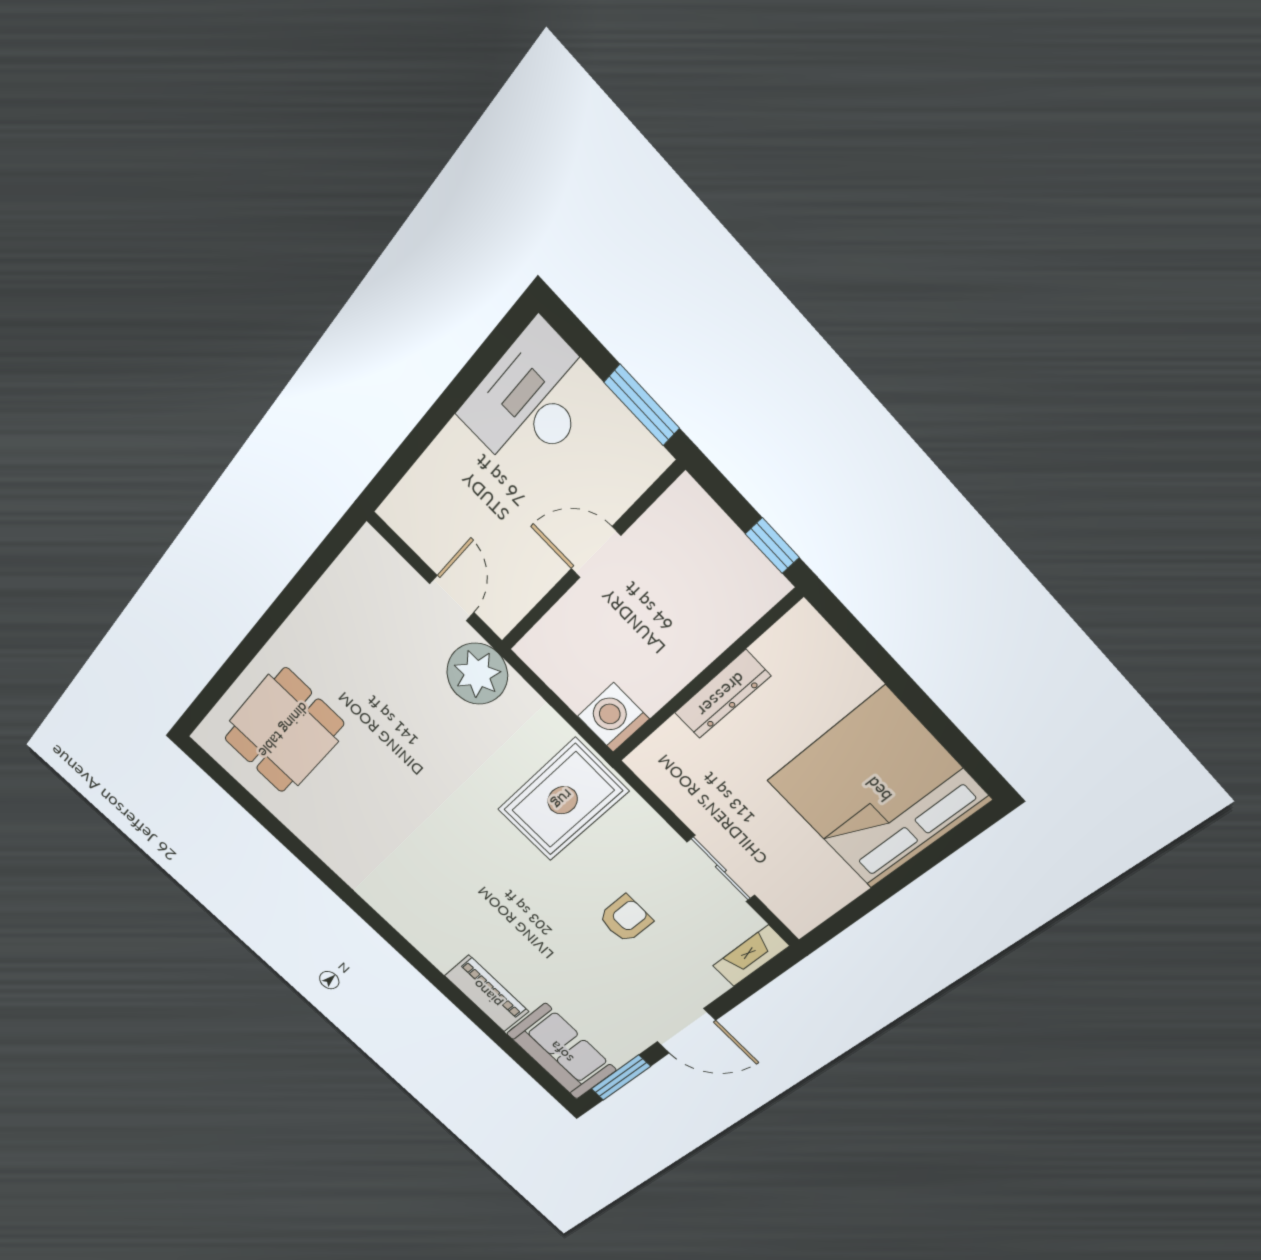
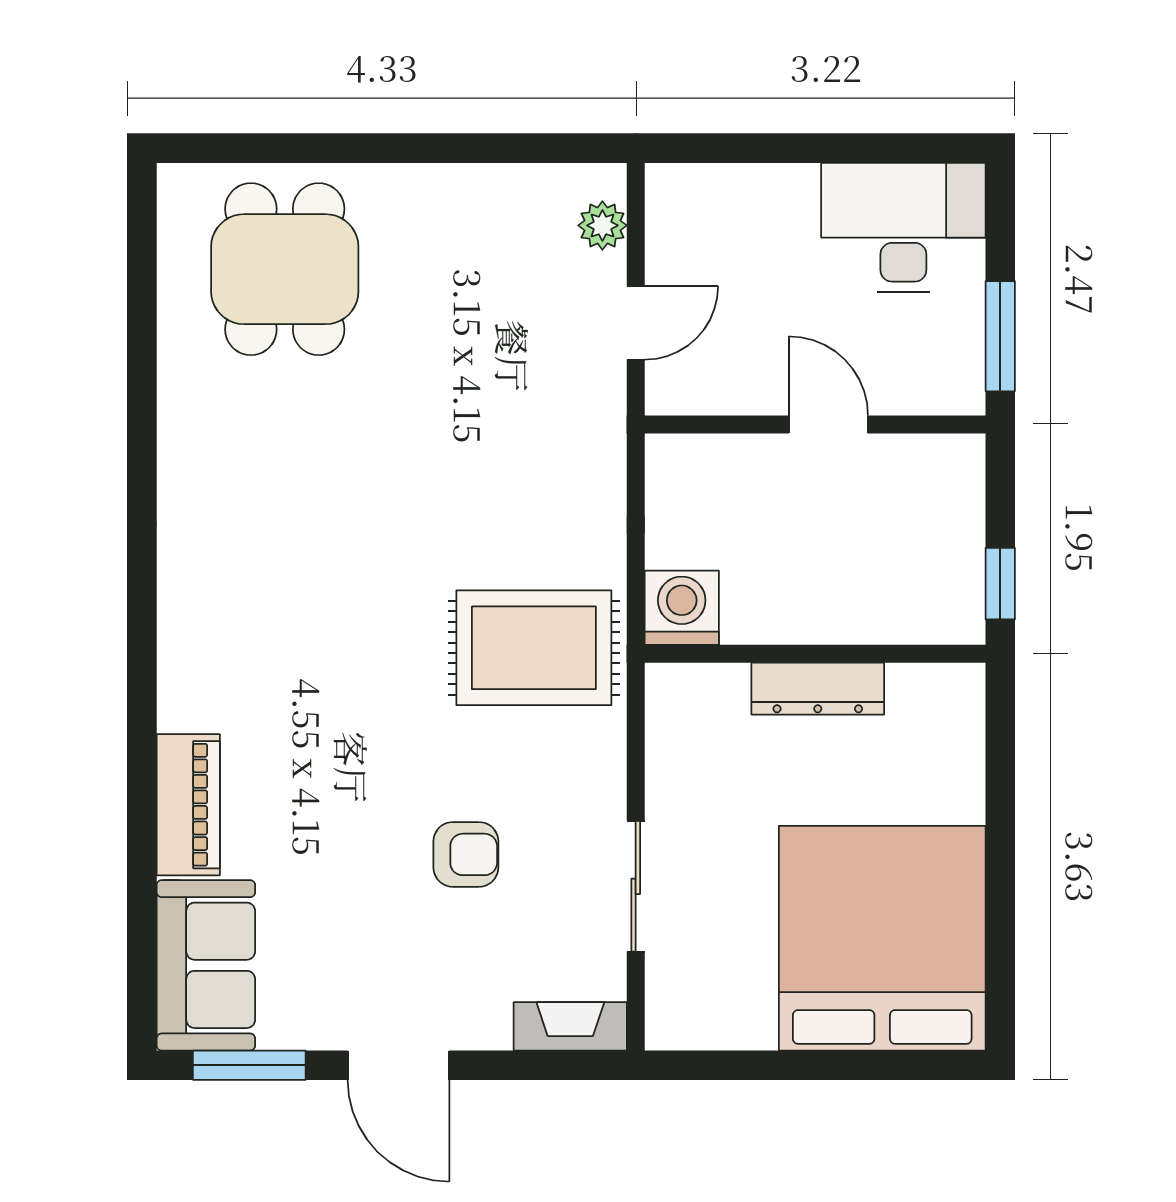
plant: (477, 674) -> (602, 225), moved, width x0.53, depth x0.53
dining table: (284, 731) -> (285, 269), turned 90

